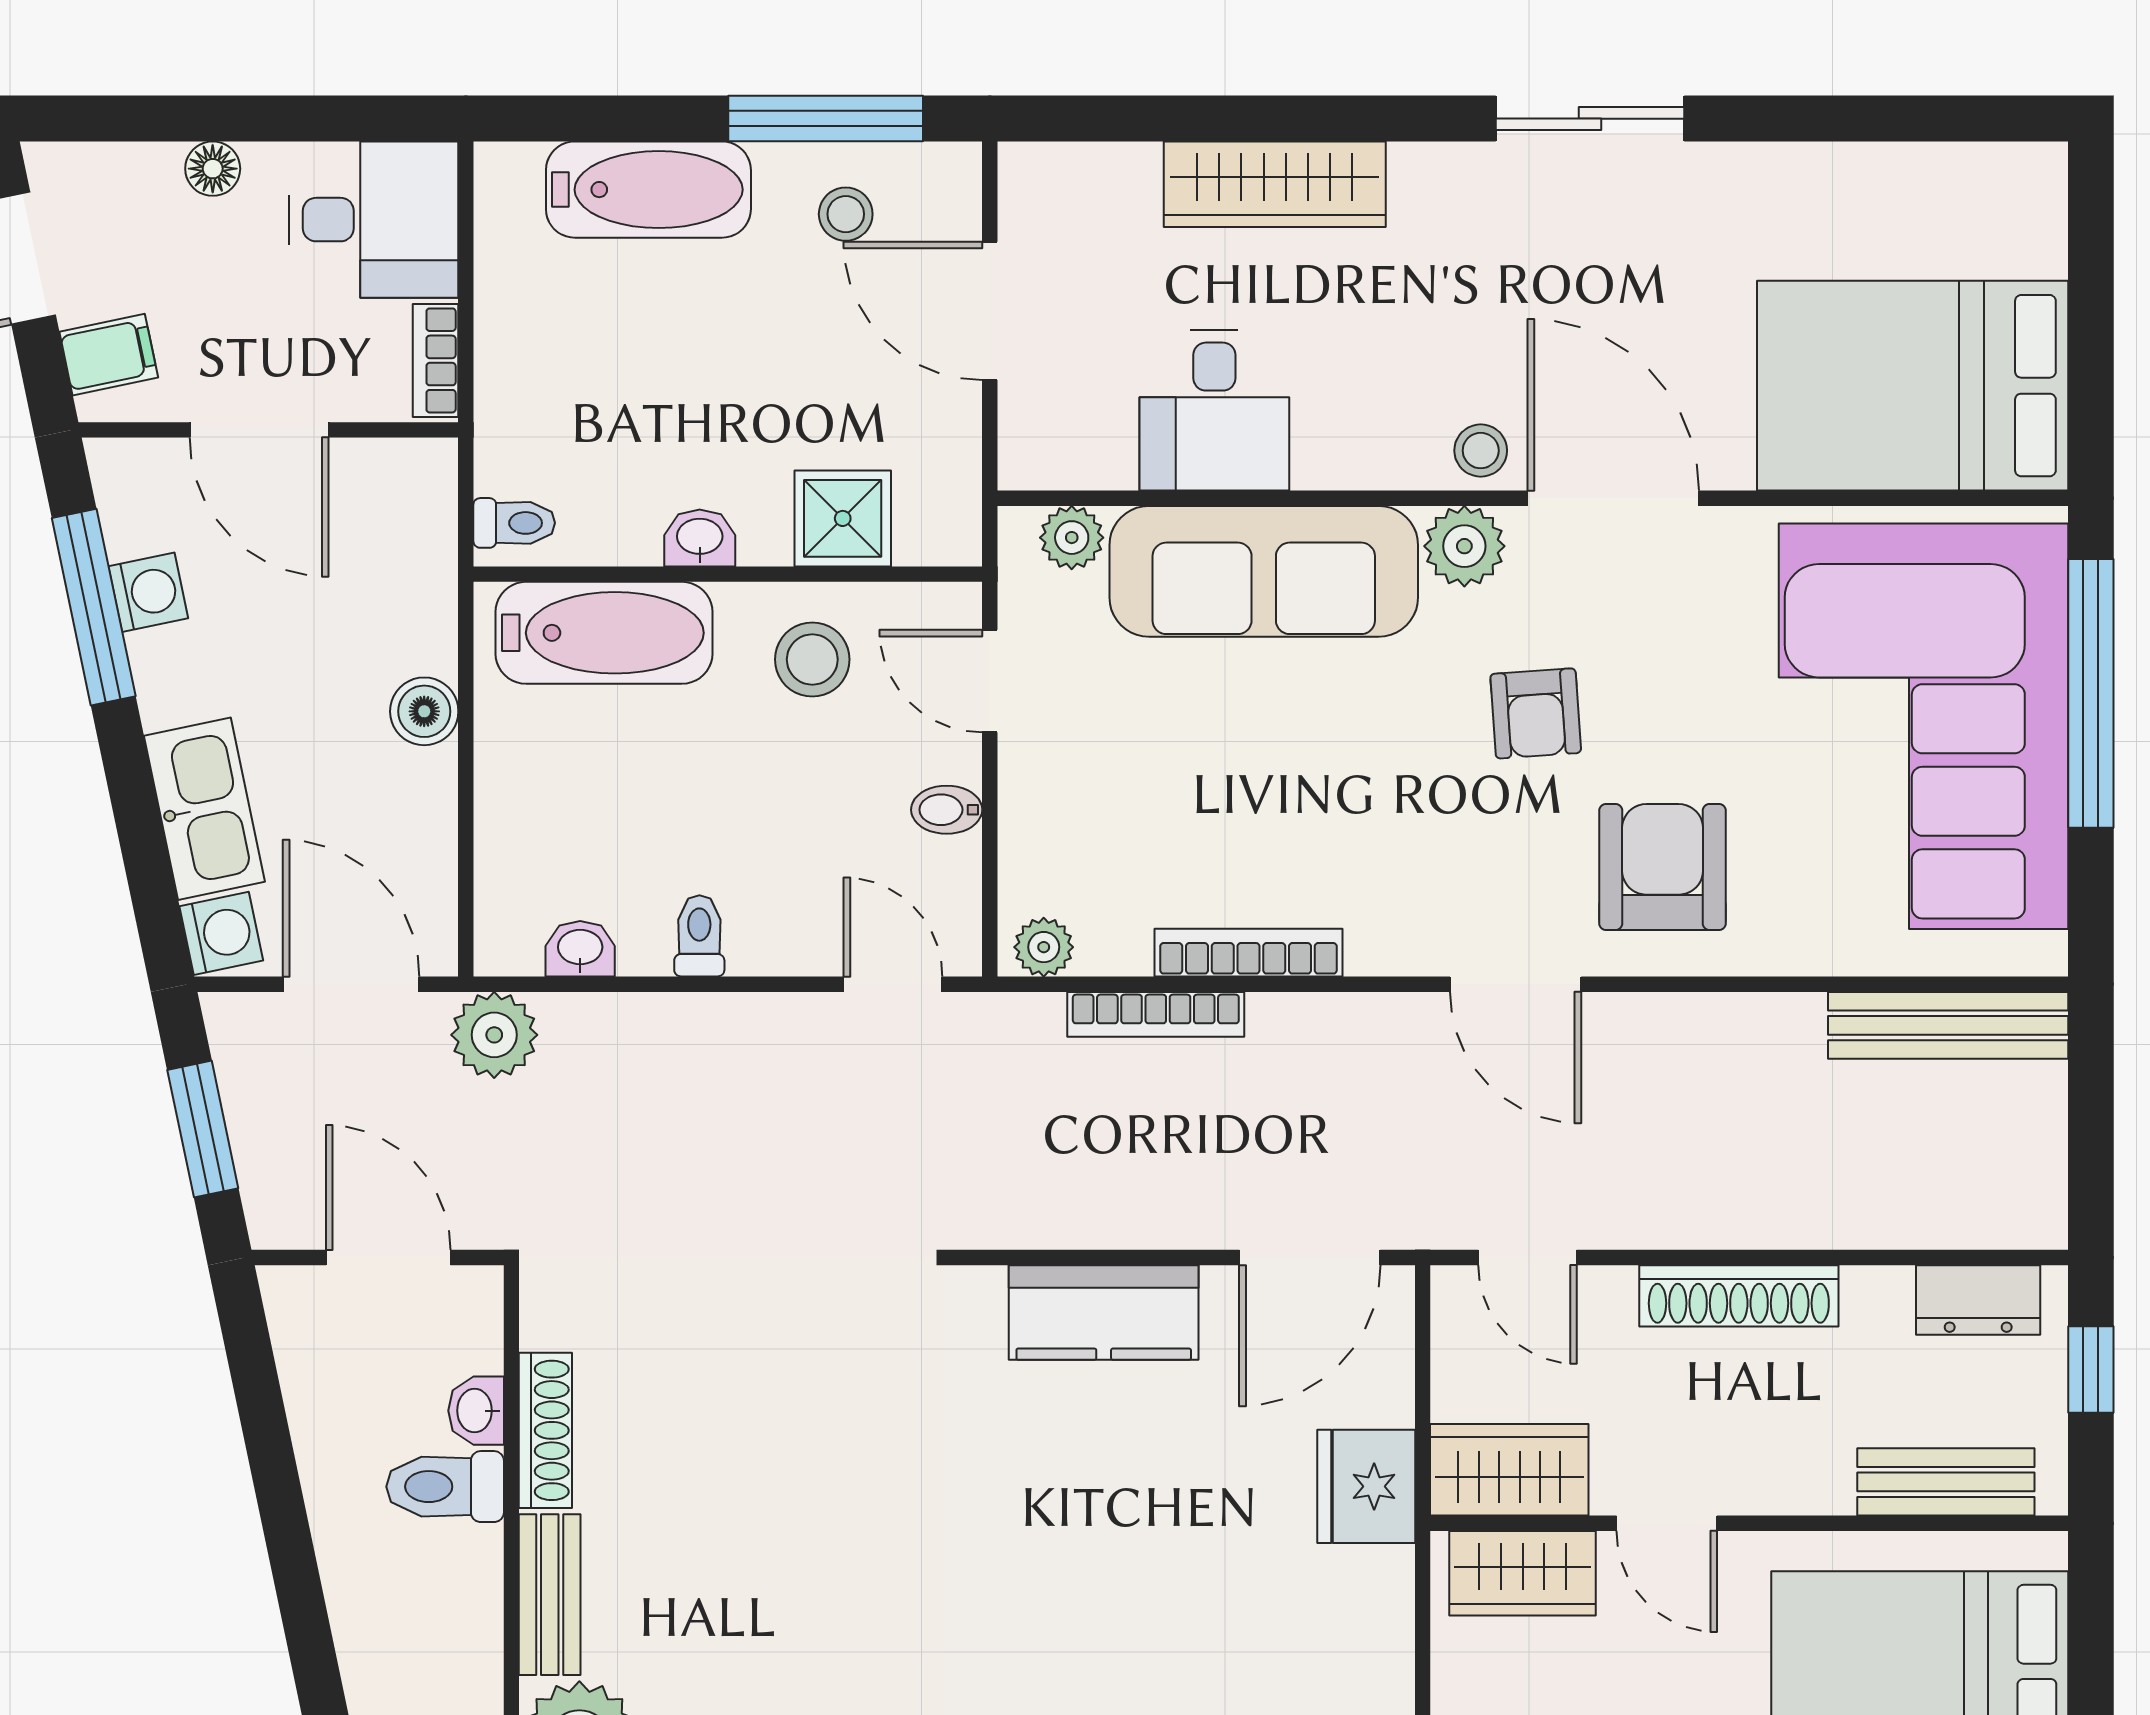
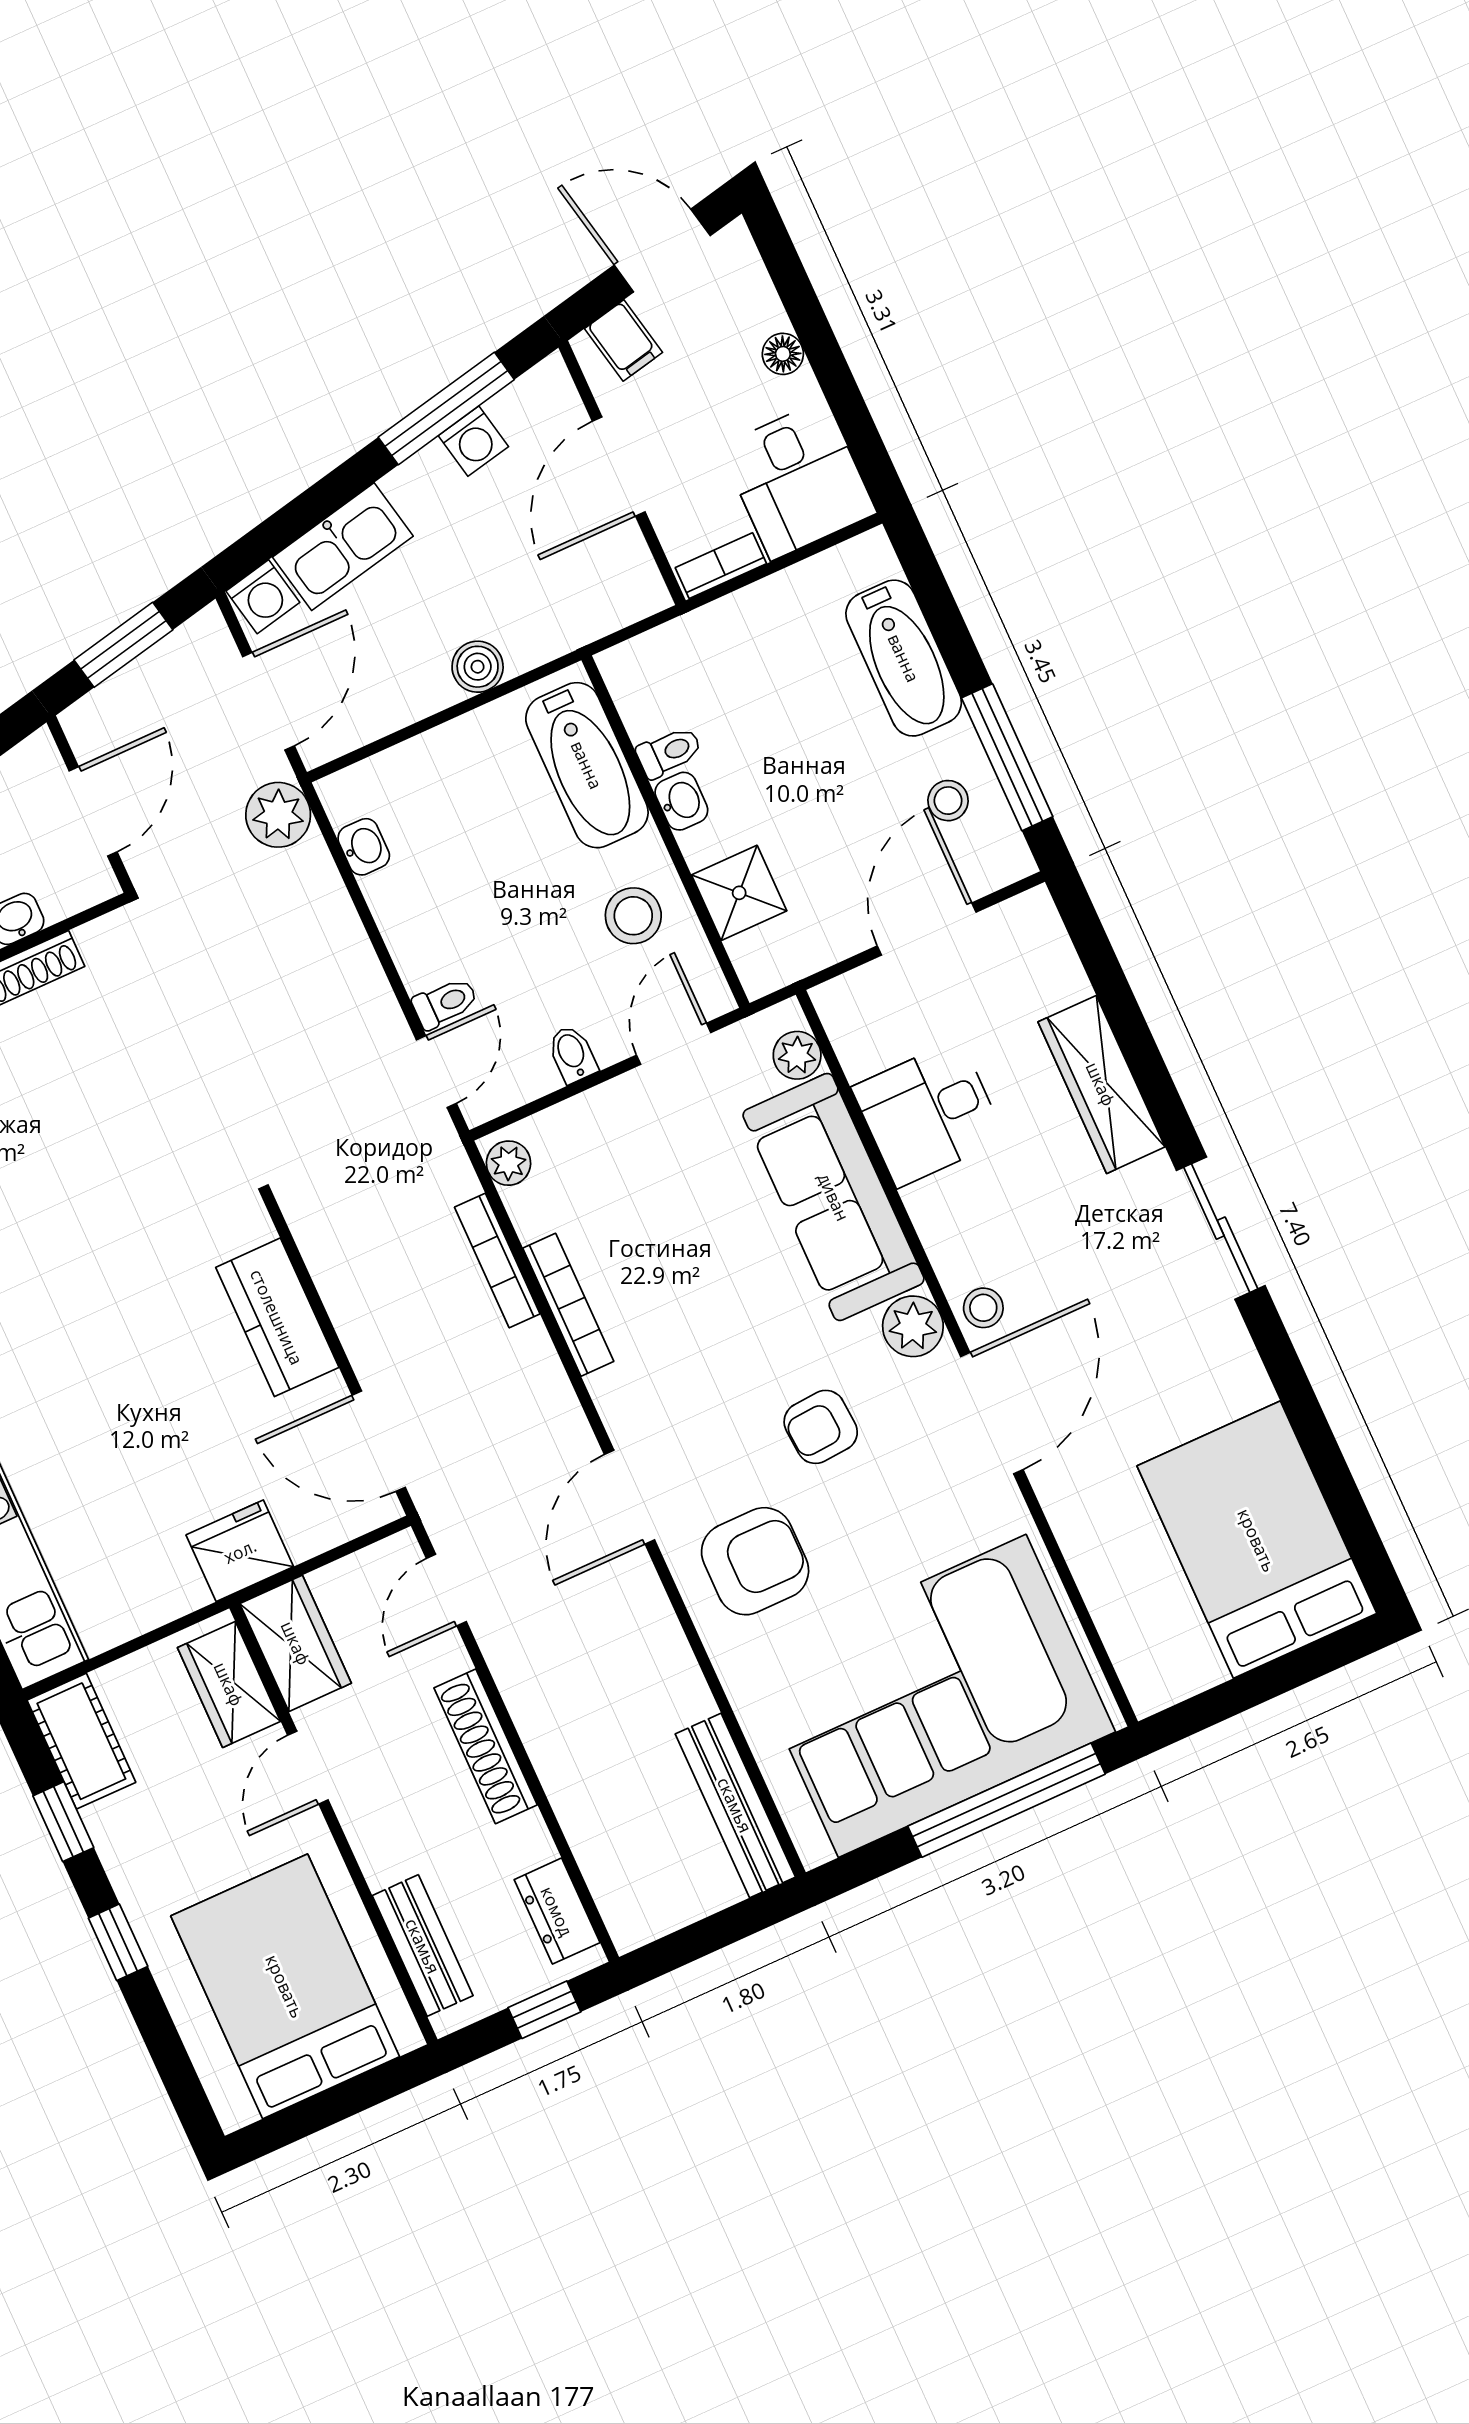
sliding door: (1590, 119) -> (1221, 1228), moved
bed: (1913, 386) -> (1257, 1540), moved
toilet: (514, 523) -> (669, 752), moved, turned -90
toilet: (699, 936) -> (445, 1003), moved

